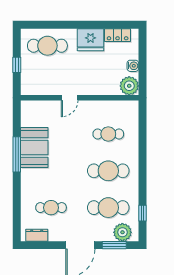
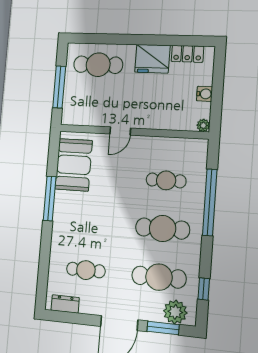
window: (17, 65) -> (59, 87), width x2.17
plant: (129, 86) -> (203, 125), width x0.53, depth x0.53
booth: (34, 148) -> (74, 165), moved
window: (142, 148) -> (210, 202), added

